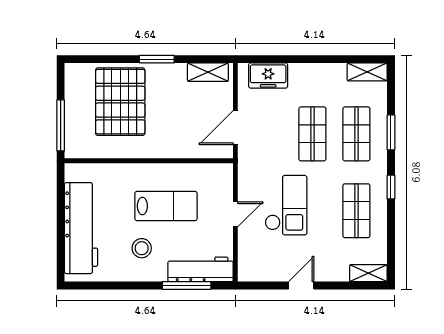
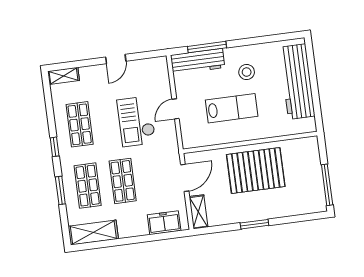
shelving: (208, 72) -> (198, 212), moved, turned 90
shelving: (367, 72) -> (93, 233), width x1.50, depth x1.33
pallet: (120, 102) -> (256, 171), moved, turned 90
window: (61, 125) -> (327, 185), moved
lab bench: (166, 206) -> (232, 108), turned 180

